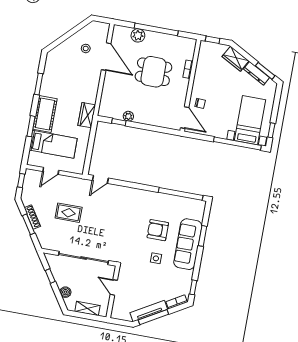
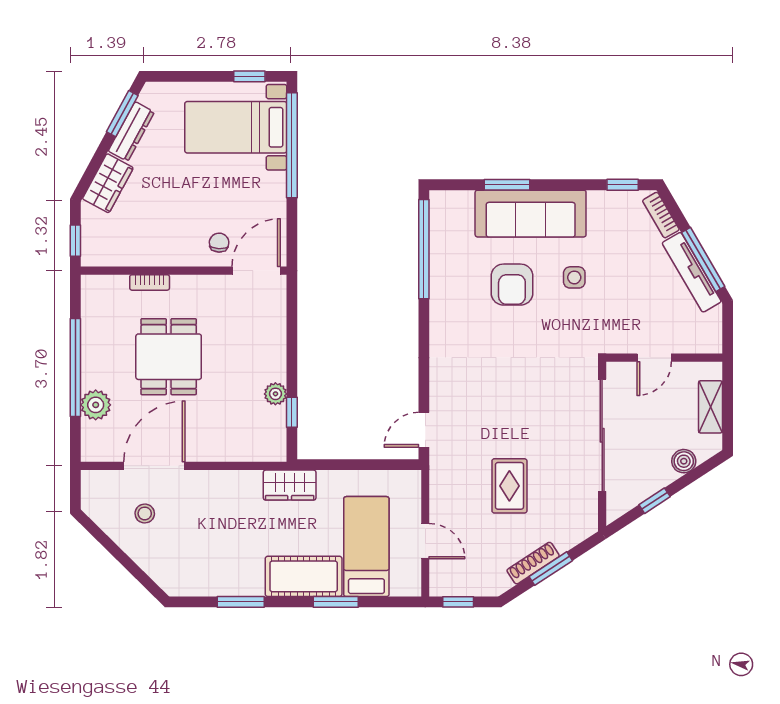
door: (100, 179) -> (424, 430), swing flipped

